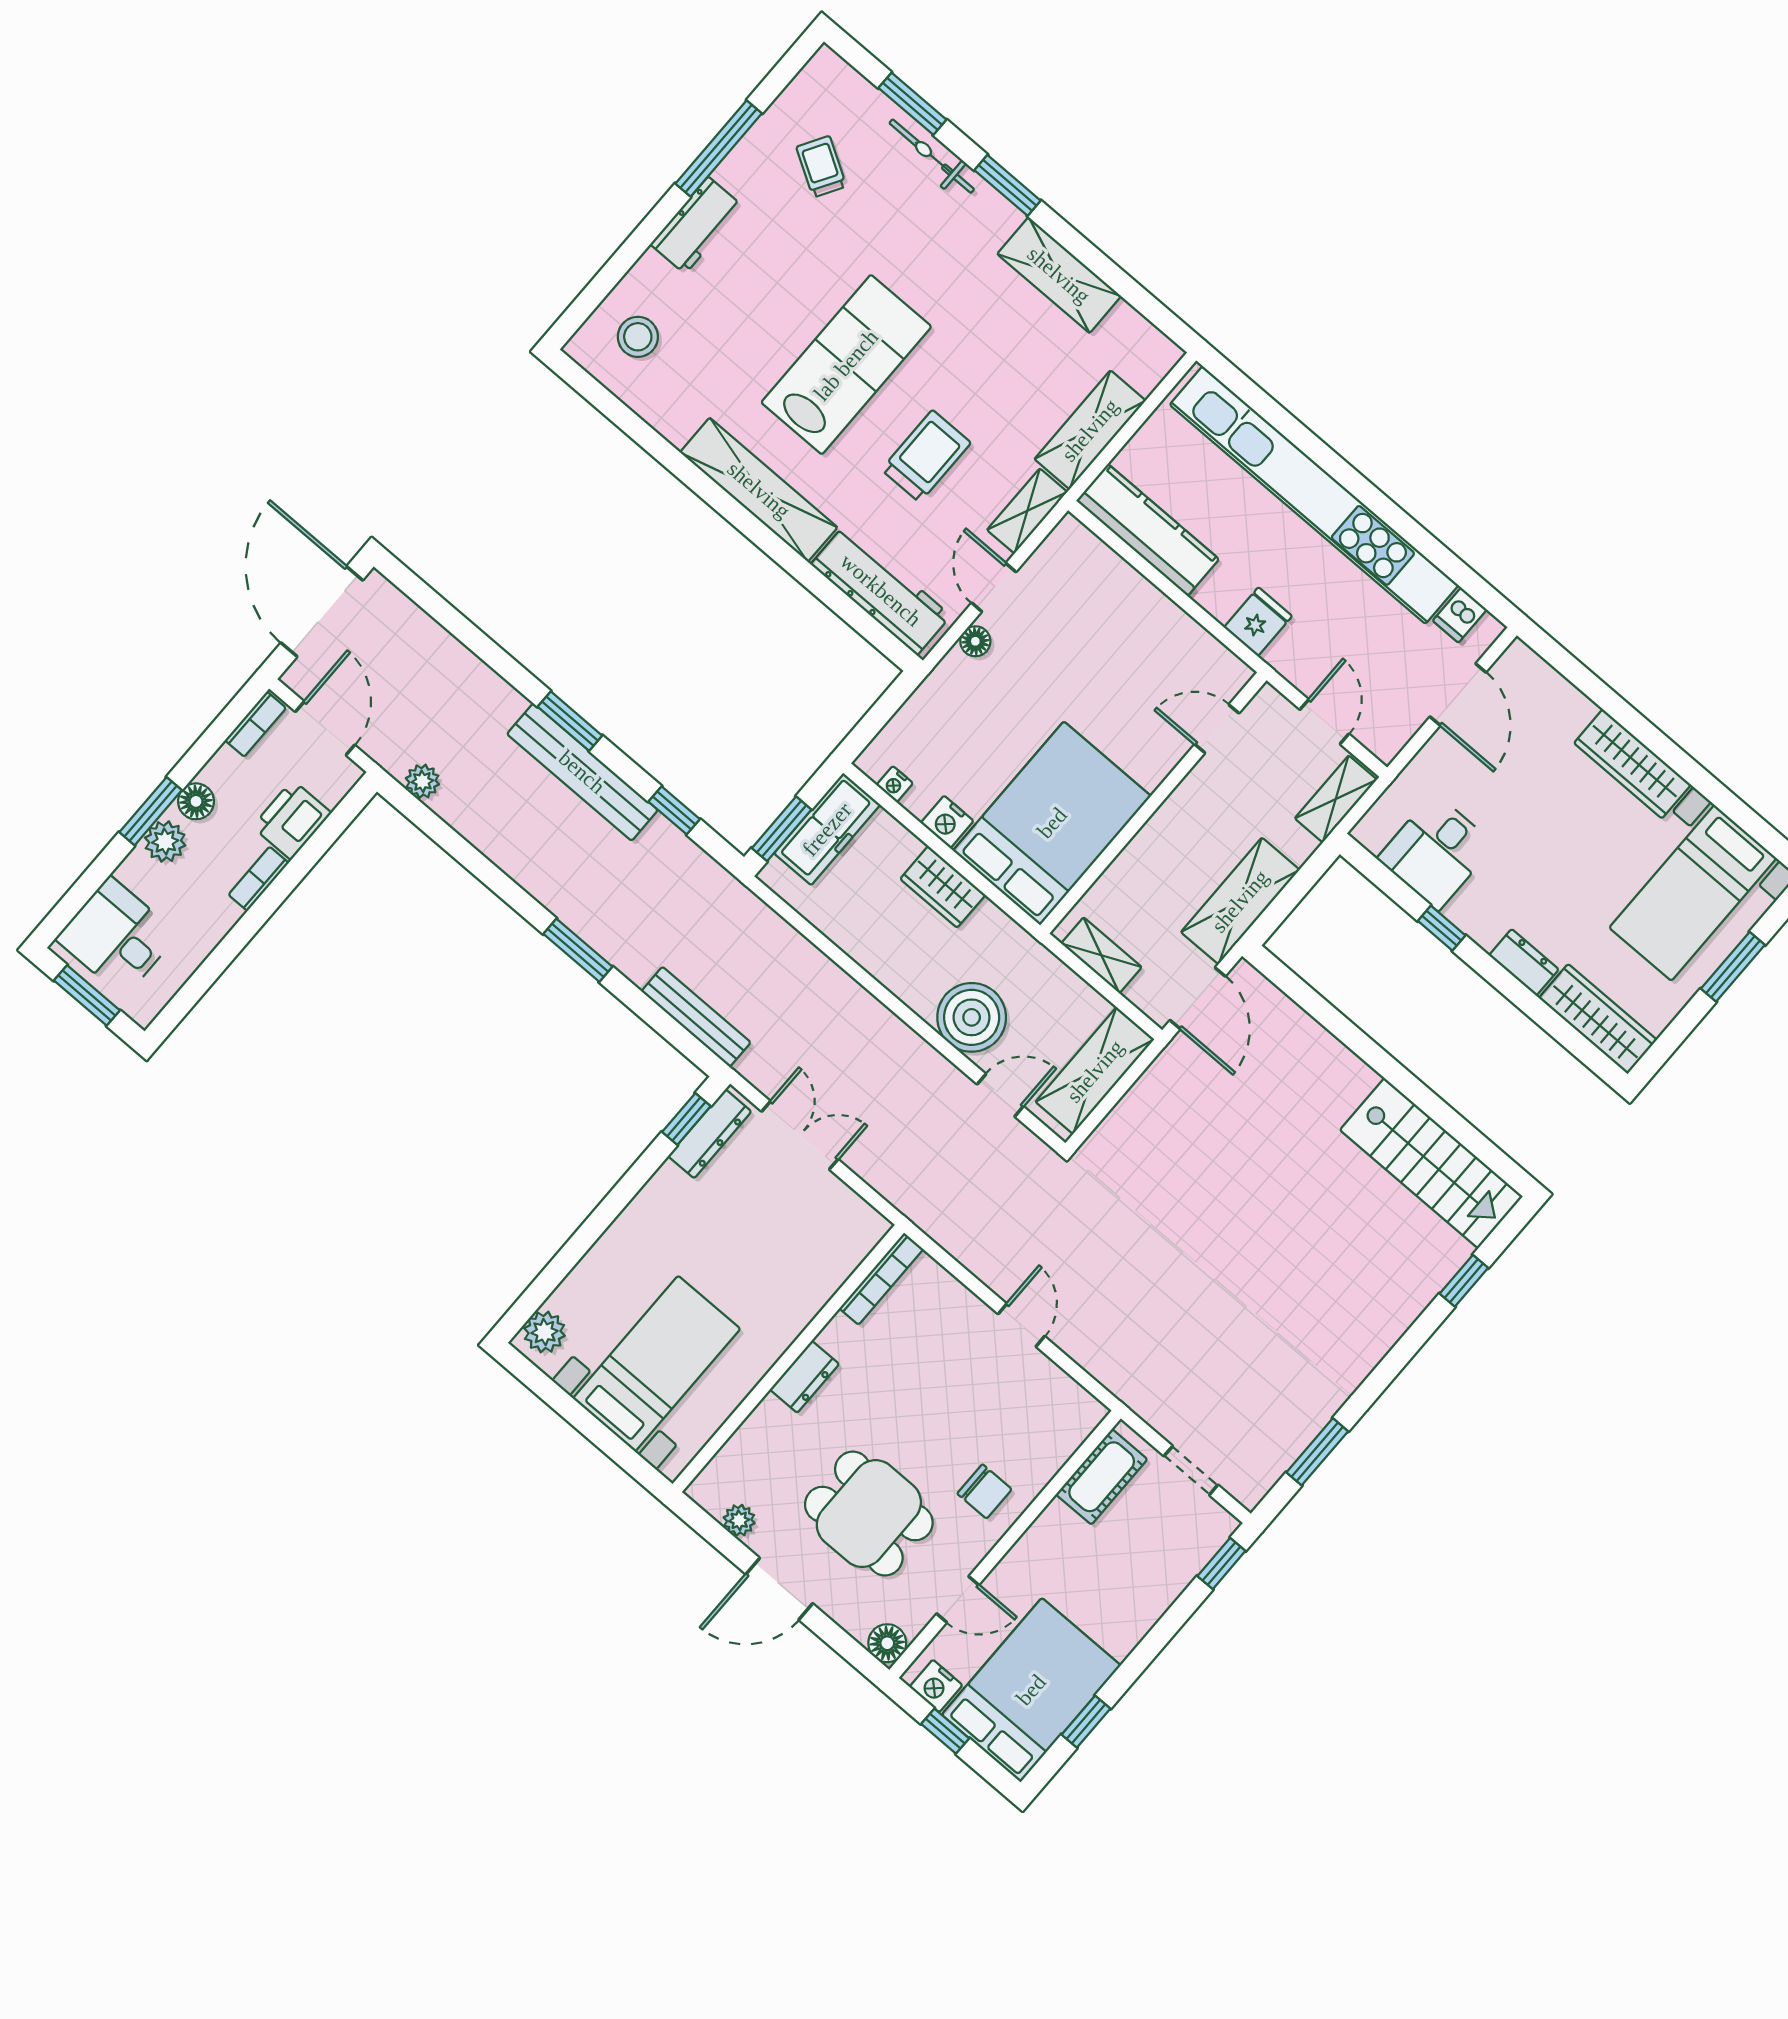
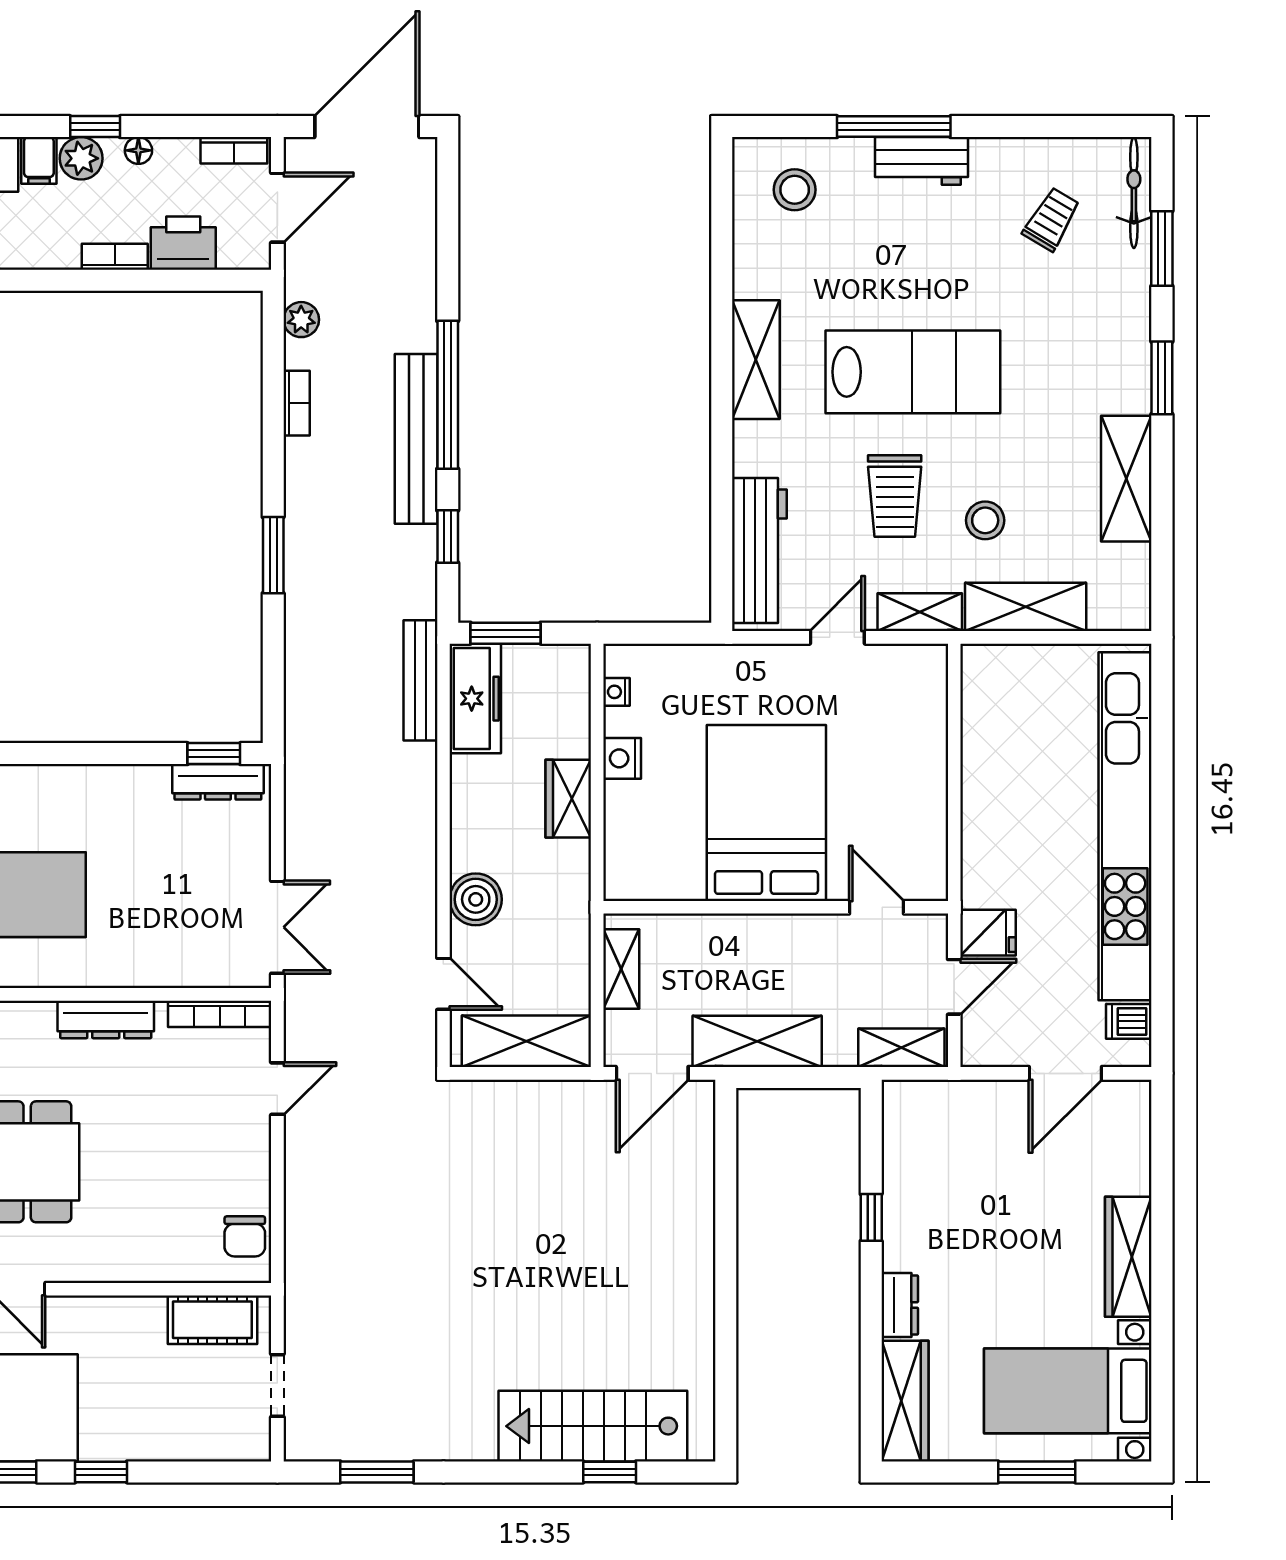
window: (719, 148) -> (894, 127), moved
bicycle: (932, 156) -> (1134, 193), moved
stool: (1001, 405) -> (985, 520), added
trolley: (926, 456) -> (895, 496), turned 90
shelving: (759, 490) -> (756, 360), width x0.68
kitchen counter: (1148, 530) -> (986, 719), removed
fridge: (1258, 622) -> (988, 933), moved
floor lamp: (975, 641) -> (783, 659), removed
window: (570, 721) -> (448, 395), width x2.11
floor lamp: (196, 801) -> (138, 150), width x0.73, depth x0.73
window: (151, 811) -> (95, 127), width x0.67
bed: (1052, 823) -> (766, 813), moved, turned -90
freezer: (827, 829) -> (475, 699), moved, turned -90
bookcase: (481, 837) -> (297, 403), added
desk: (1436, 852) -> (927, 1162), removed
filing cabinet: (140, 874) -> (39, 160), added
bench: (696, 1017) -> (420, 680), moved
boiler: (972, 1017) -> (476, 899), width x0.73, depth x0.73
double door: (800, 1135) -> (277, 927), moved
stairs: (1431, 1163) -> (593, 1426), moved, turned 90
door: (1021, 1325) -> (277, 1089), moved
dresser: (804, 1377) -> (106, 1019), width x1.44
chair: (984, 1491) -> (245, 1236), moved
window: (1221, 1564) -> (101, 1472), moved

